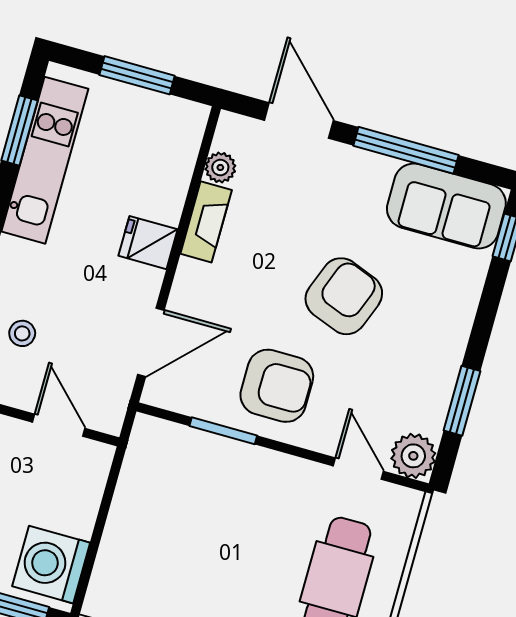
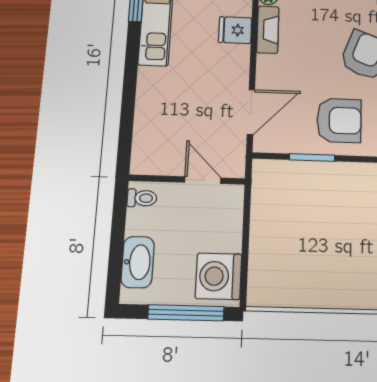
fridge: (148, 243) -> (235, 30), moved
stool: (22, 333) -> (165, 126), removed

